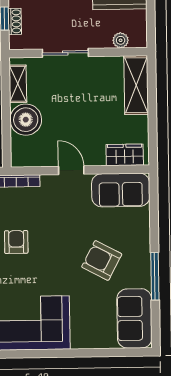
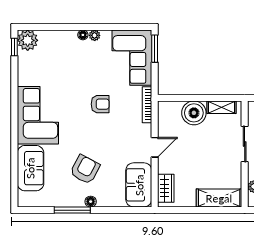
floor lamp: (143, 252) -> (91, 202), added
sofa: (134, 318) -> (30, 168), moved, turned 90

